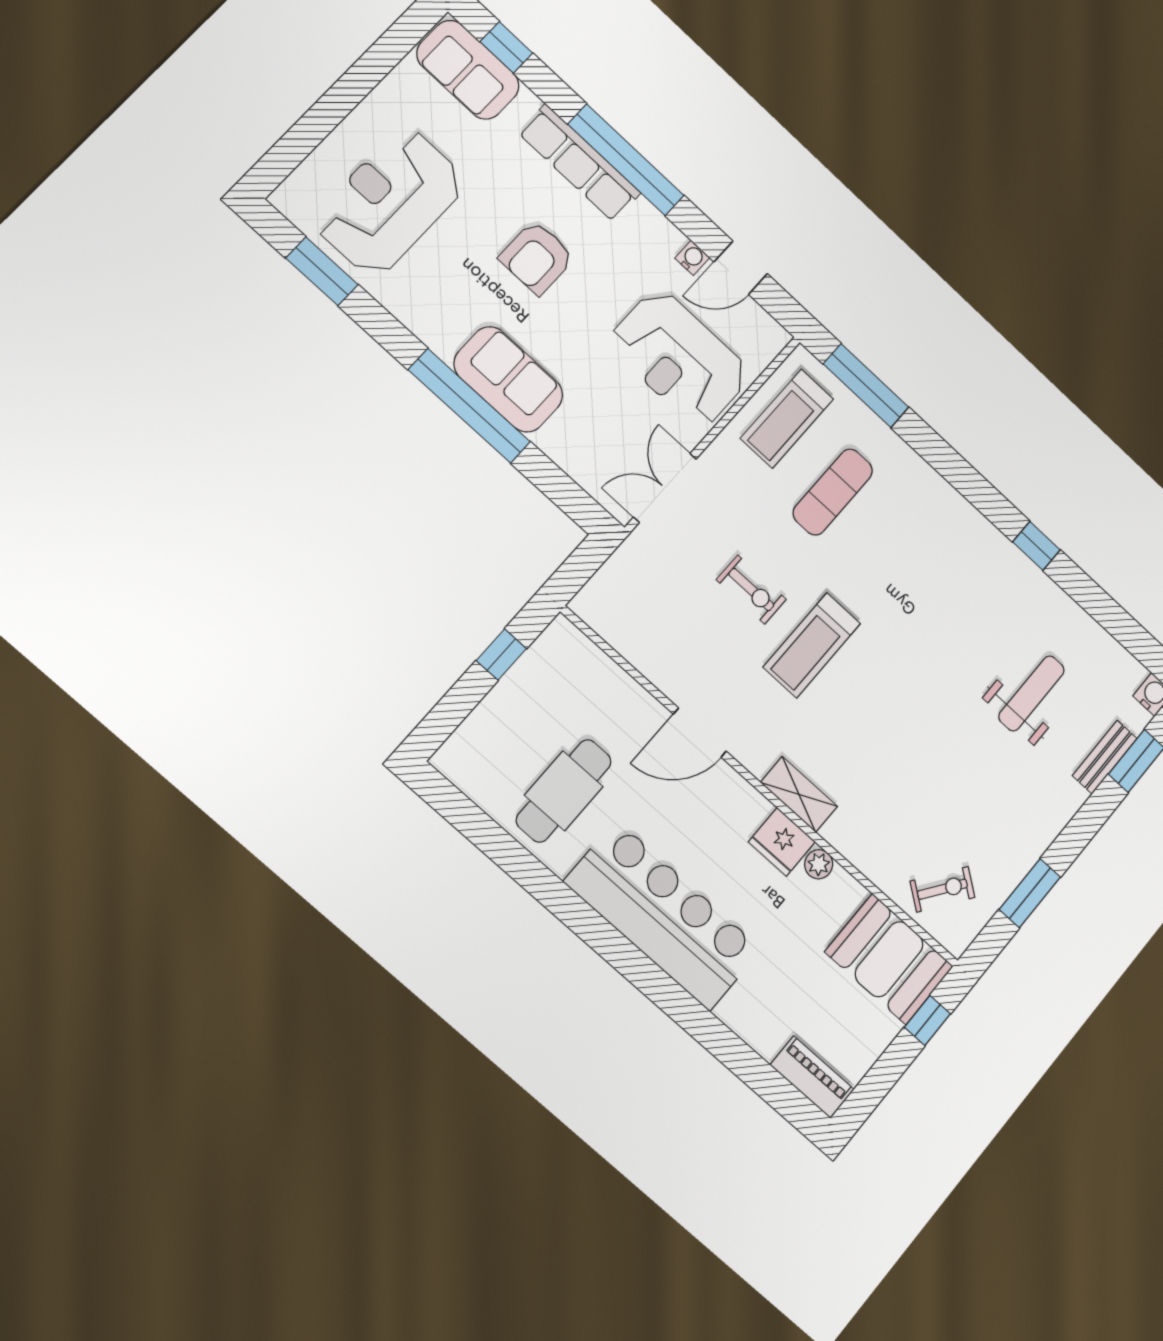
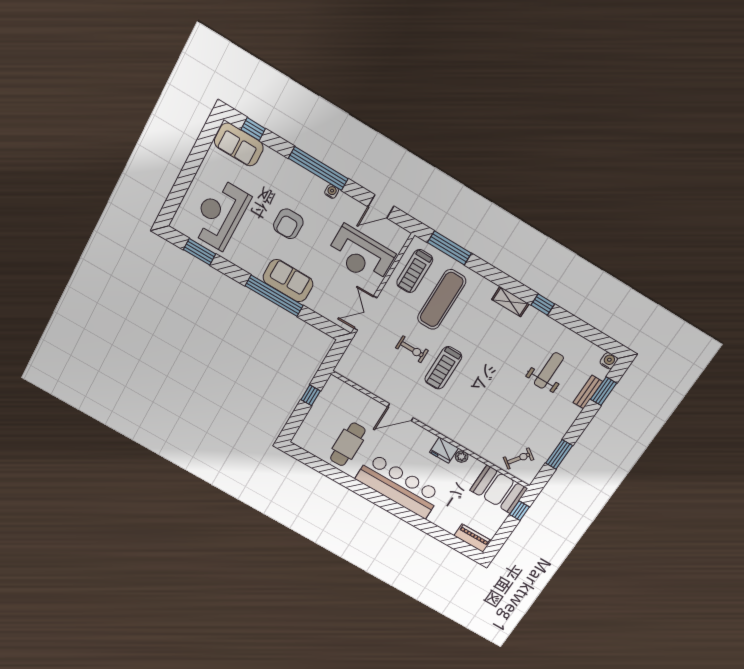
row of seats: (579, 163) -> (298, 175), removed
water cooler: (692, 258) -> (332, 191), moved
exercise mat: (833, 492) -> (442, 300), width x1.36, depth x1.45
shelving: (799, 794) -> (510, 302), moved

